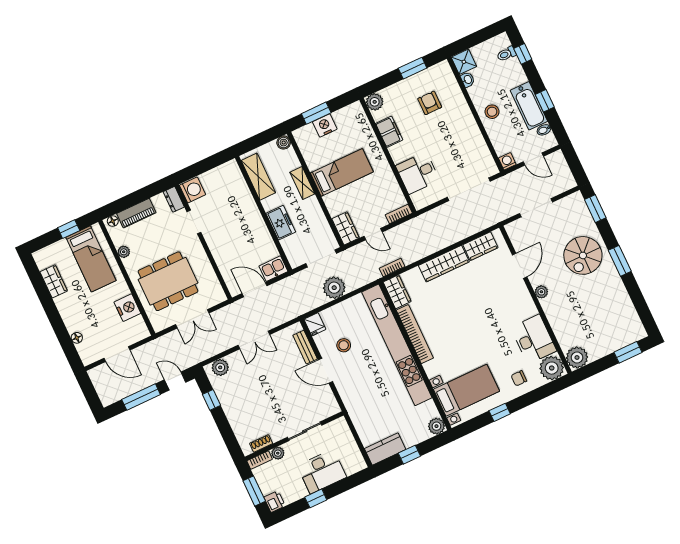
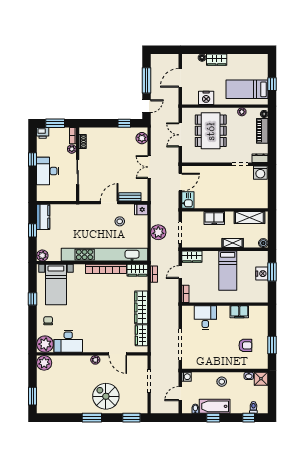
plant: (375, 102) -> (262, 312), removed
wardrobe: (54, 281) -> (217, 60), moved

